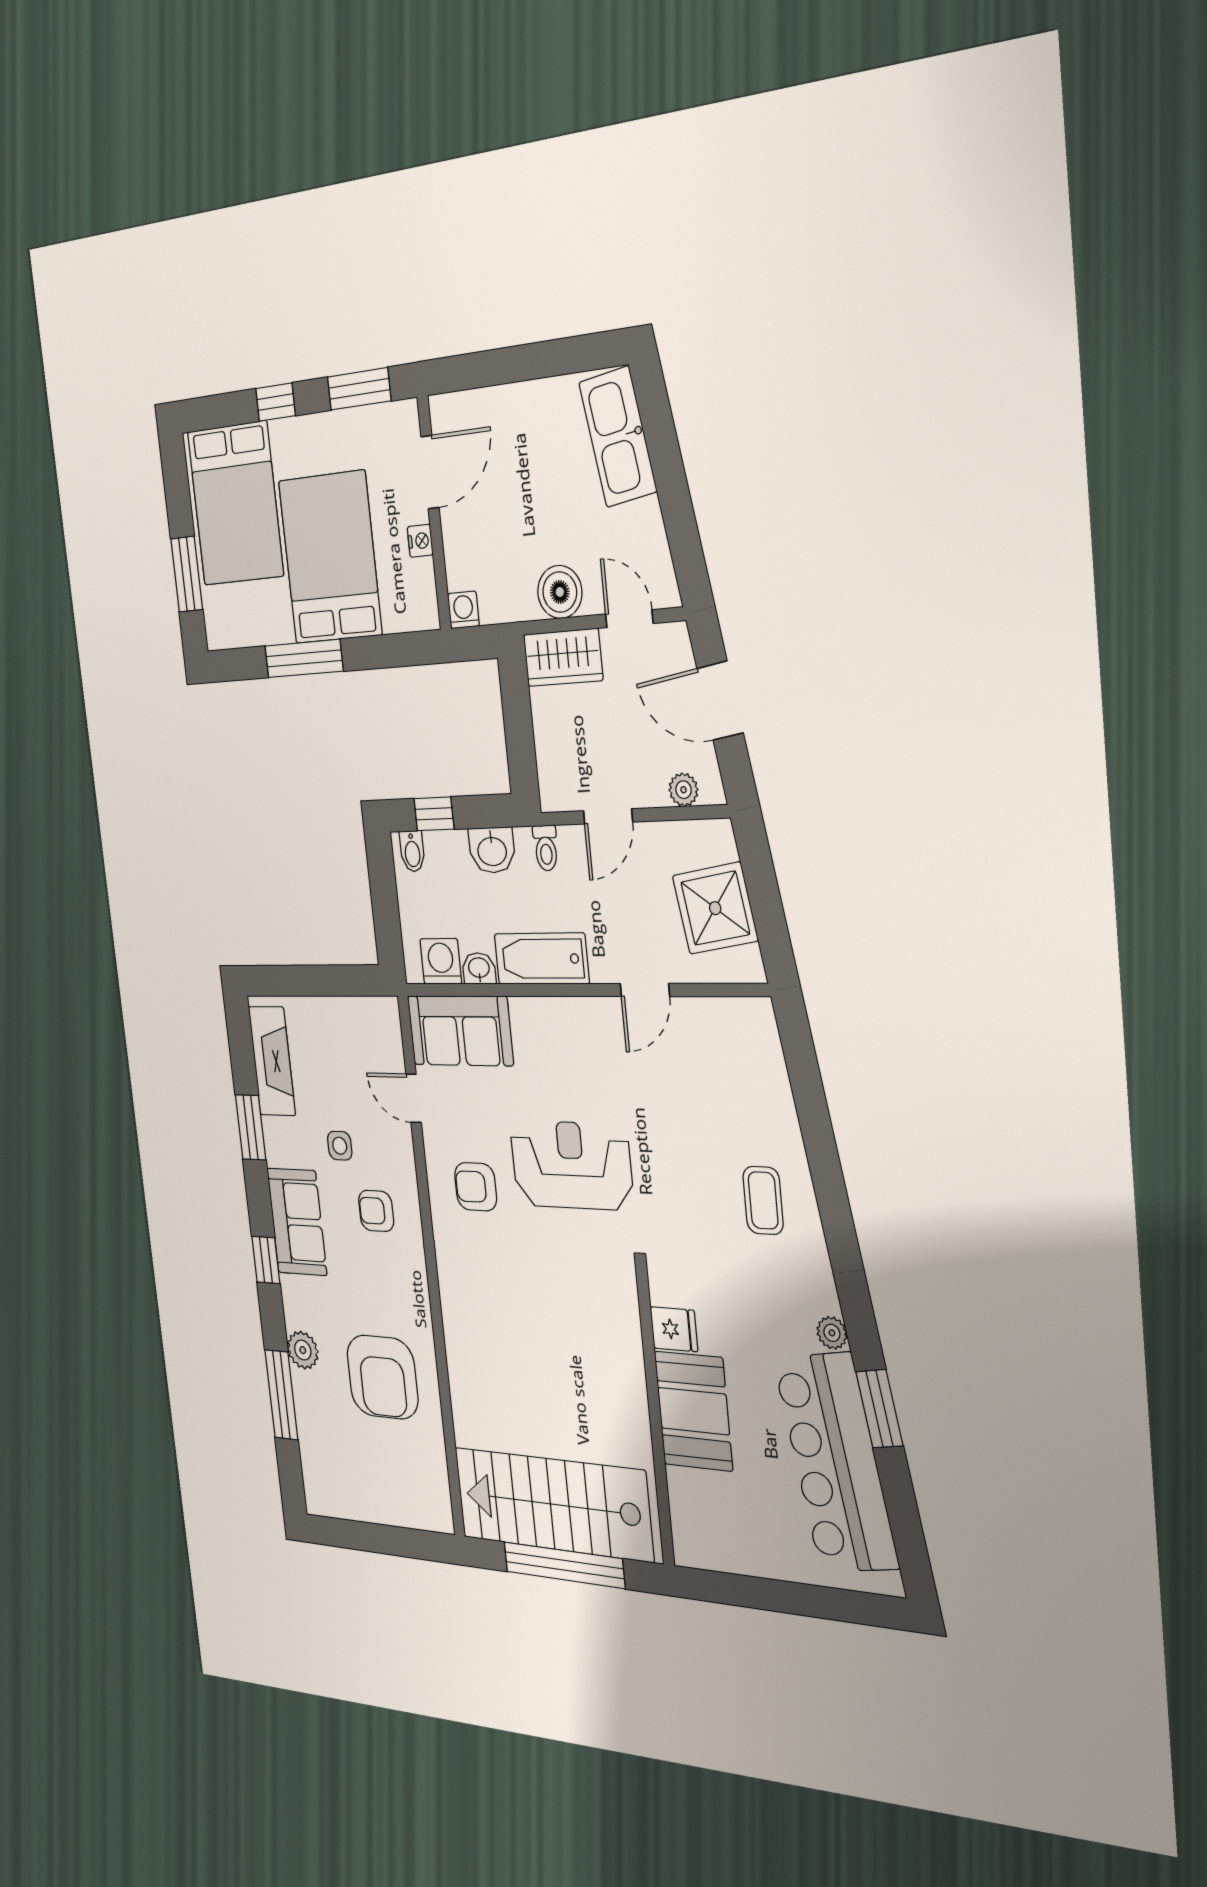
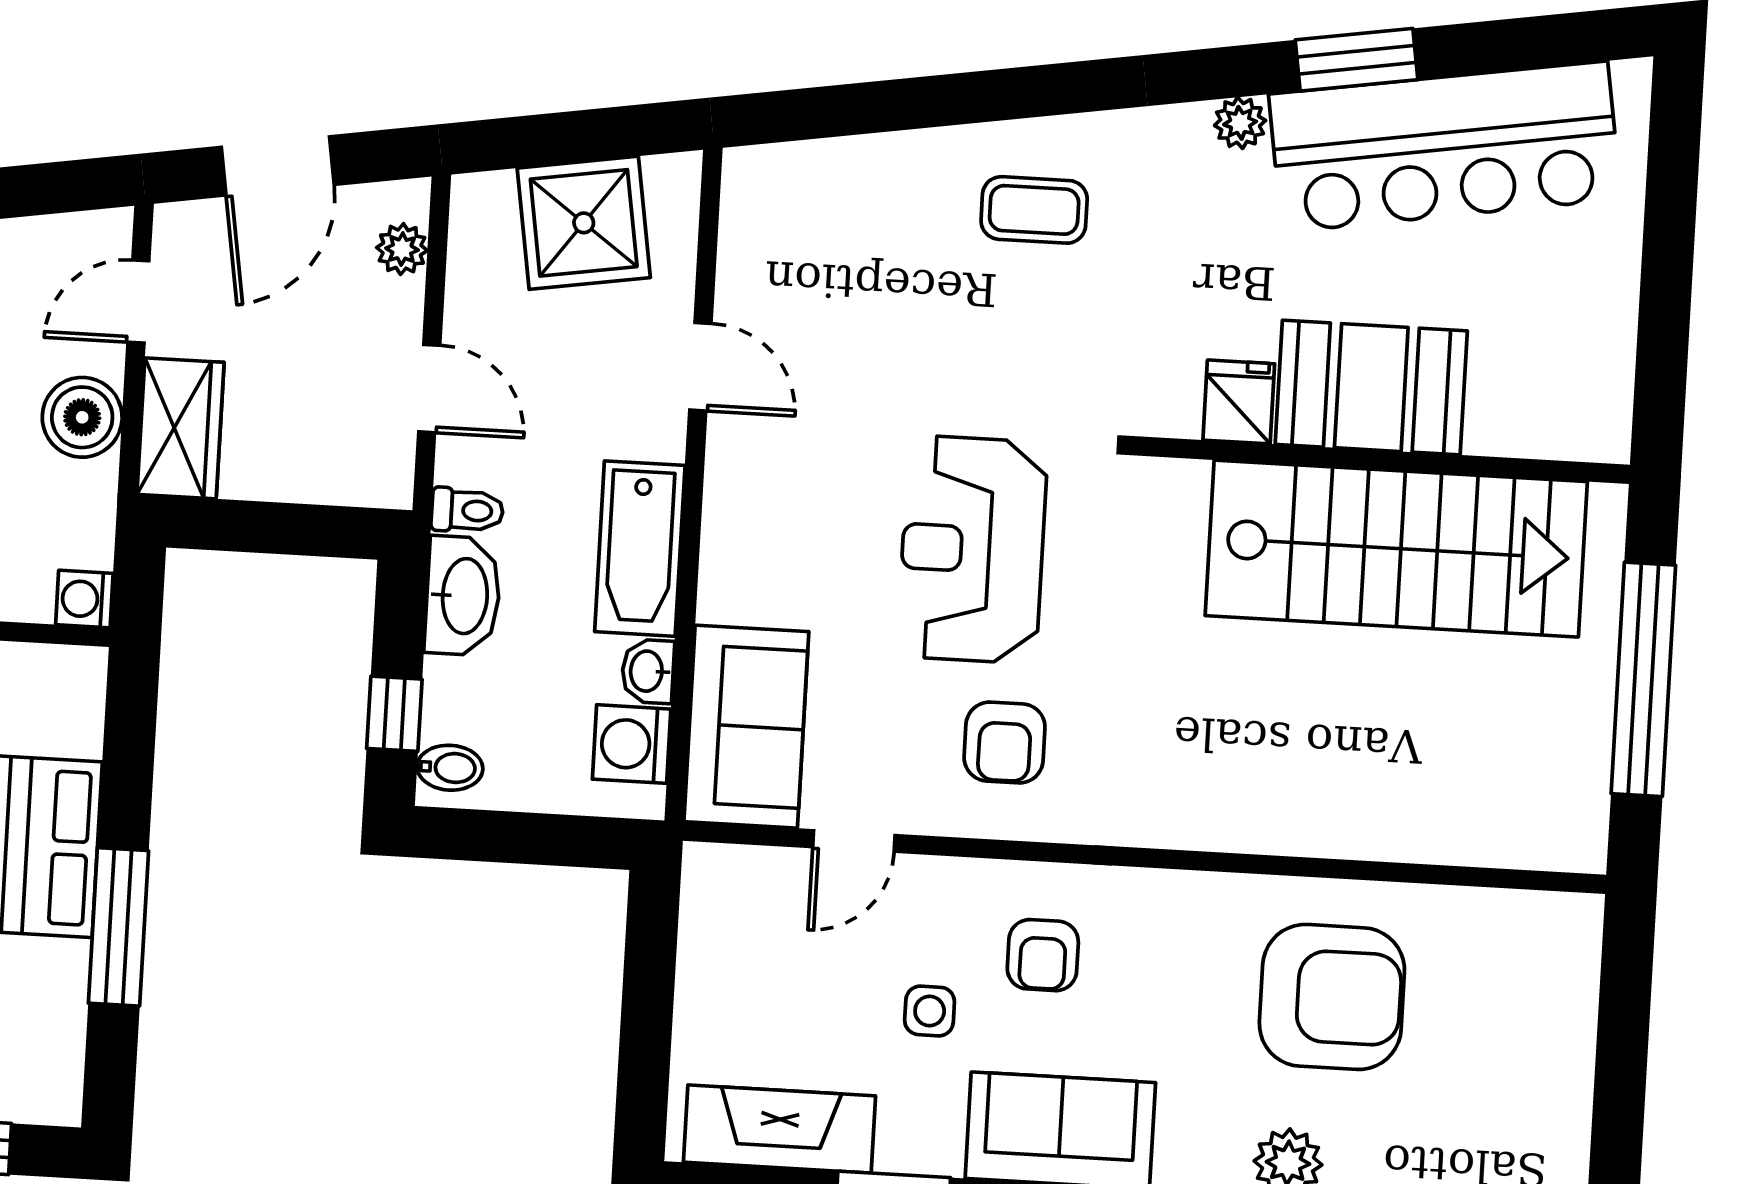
washbasin: (492, 850) -> (463, 596), width x1.38
stairs: (553, 1504) -> (1396, 549), moved, turned -90

